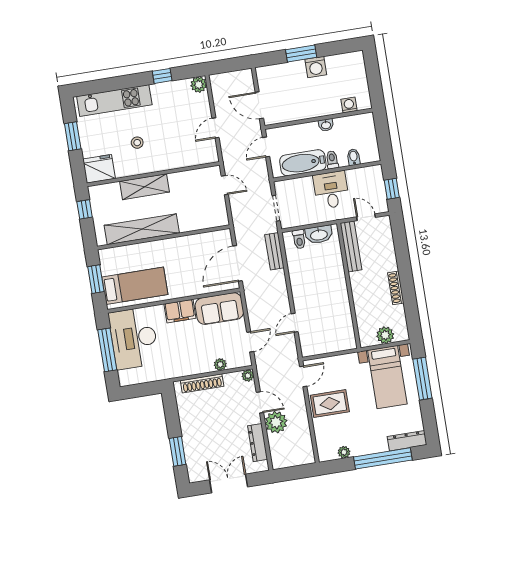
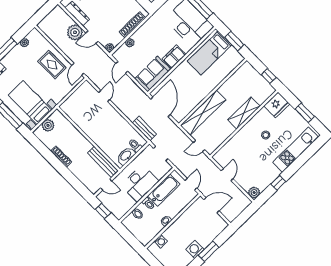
desk: (331, 190) -> (140, 183), width x1.37
shelving: (142, 229) -> (203, 113), moved
rug: (330, 403) -> (52, 65), turned 90

